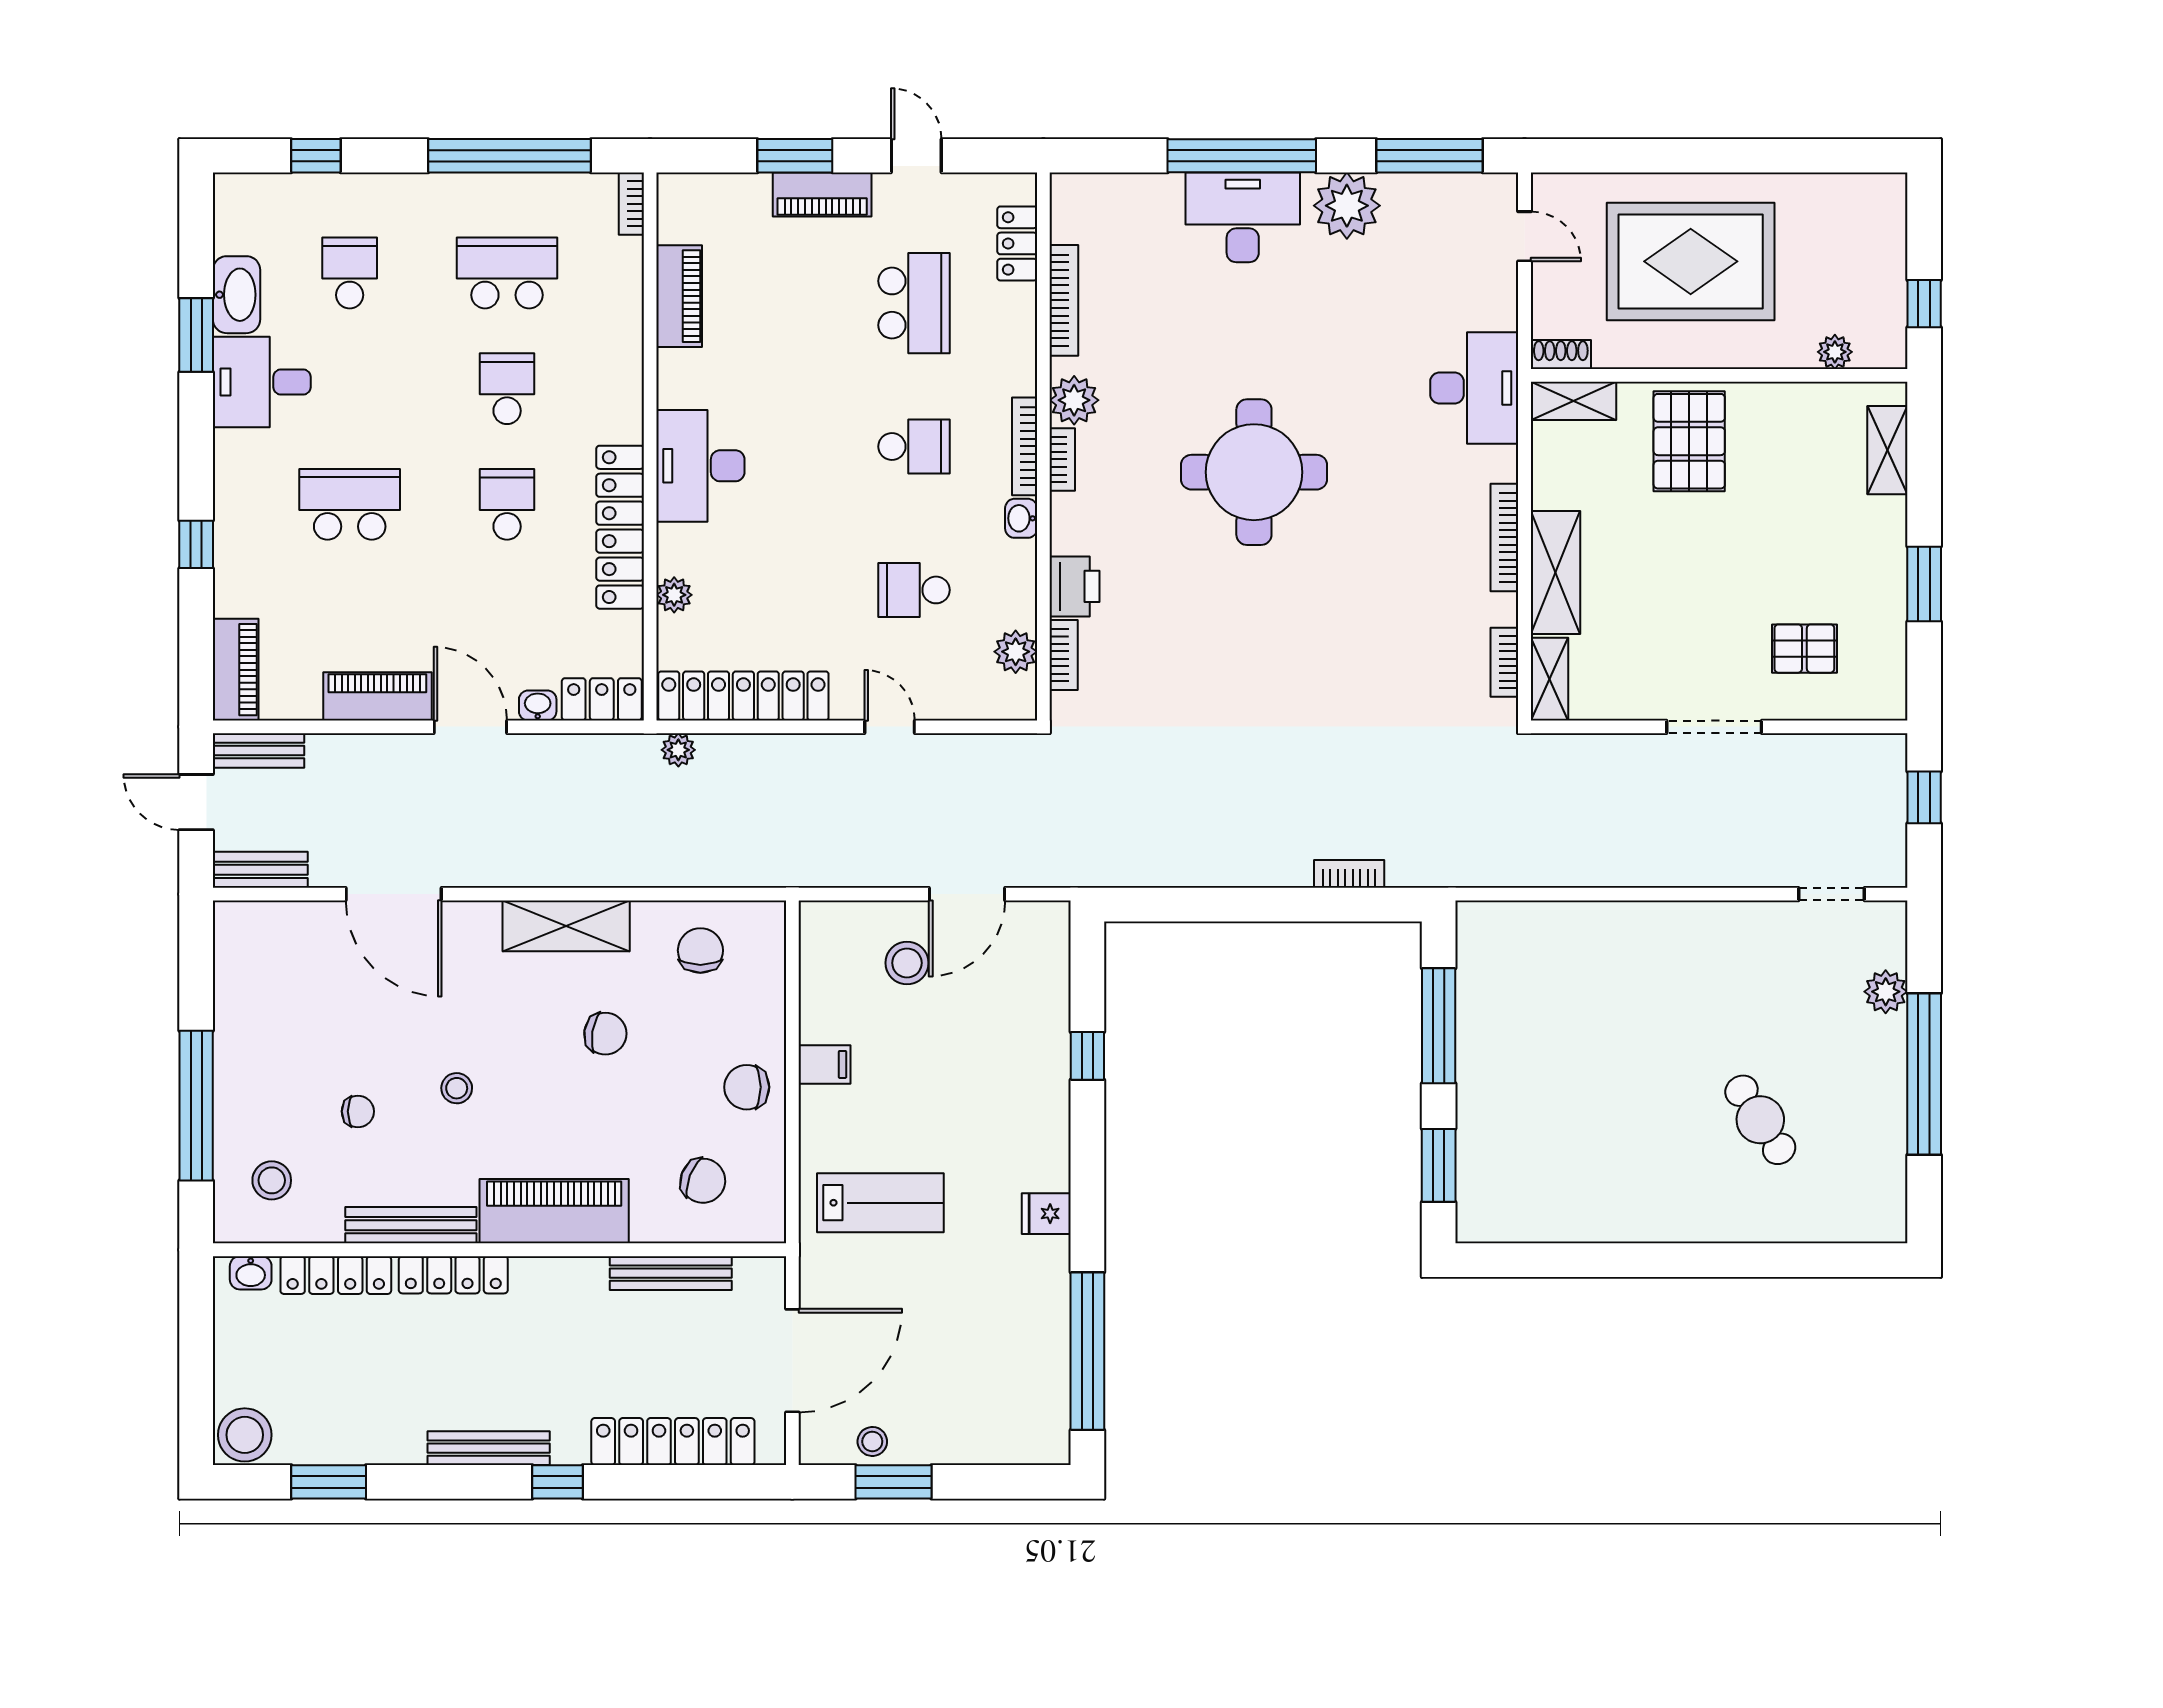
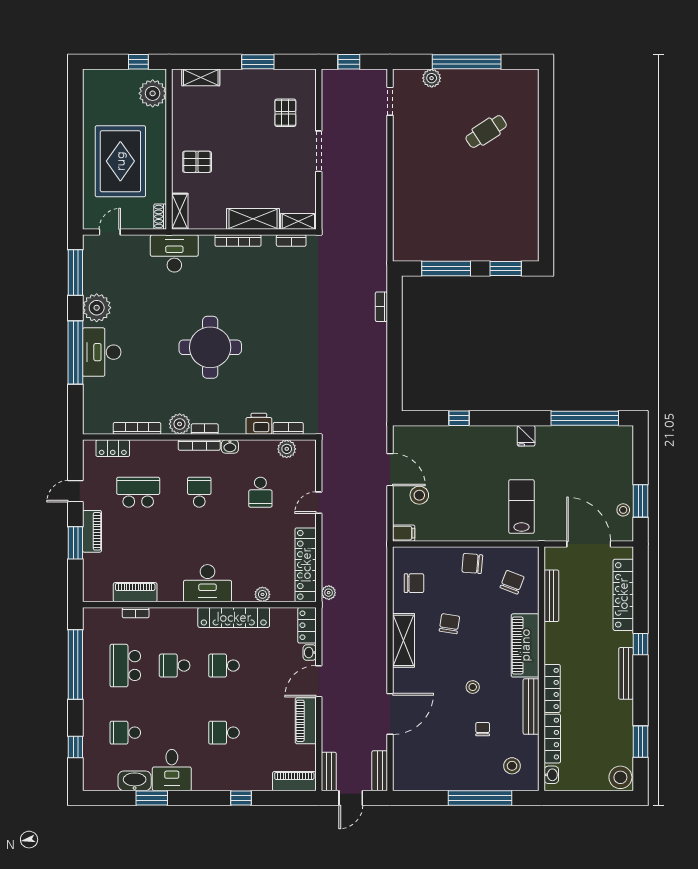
bookcase: (631, 204) -> (136, 613), moved
plant: (1835, 352) -> (153, 93), width x1.87, depth x1.87
pallet: (1689, 441) -> (197, 162), width x0.67, depth x0.71
school desk: (350, 504) -> (224, 733), width x0.54
chair: (700, 950) -> (414, 583), turned 180
filing cabinet: (824, 1064) -> (404, 533), moved, turned 90
chair: (747, 1087) -> (472, 563), turned 95

